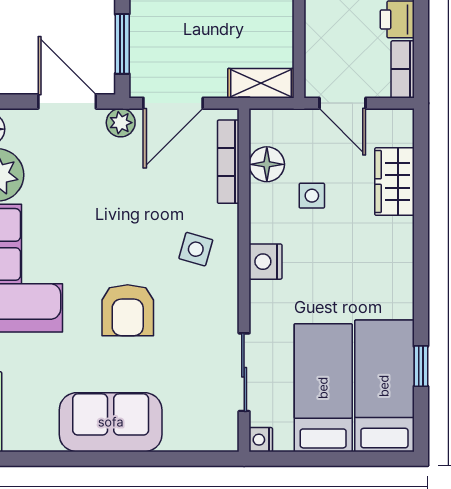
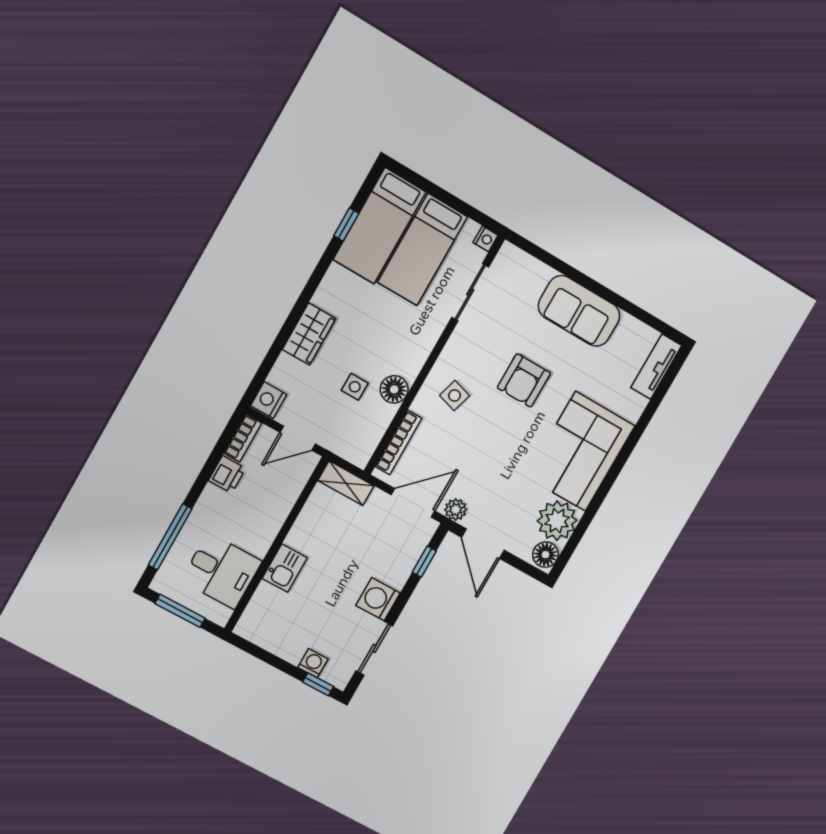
window: (122, 44) -> (424, 562), width x0.67
door: (343, 103) -> (298, 438), swing flipped
floor lamp: (267, 164) -> (394, 389), moved
wardrobe: (394, 182) -> (309, 334), moved
nightstand: (266, 262) -> (269, 400), moved, turned 180
armchair: (128, 310) -> (524, 380), turned 180

